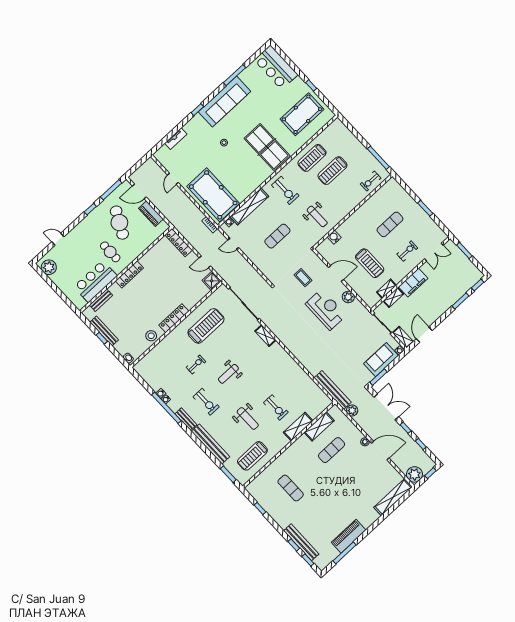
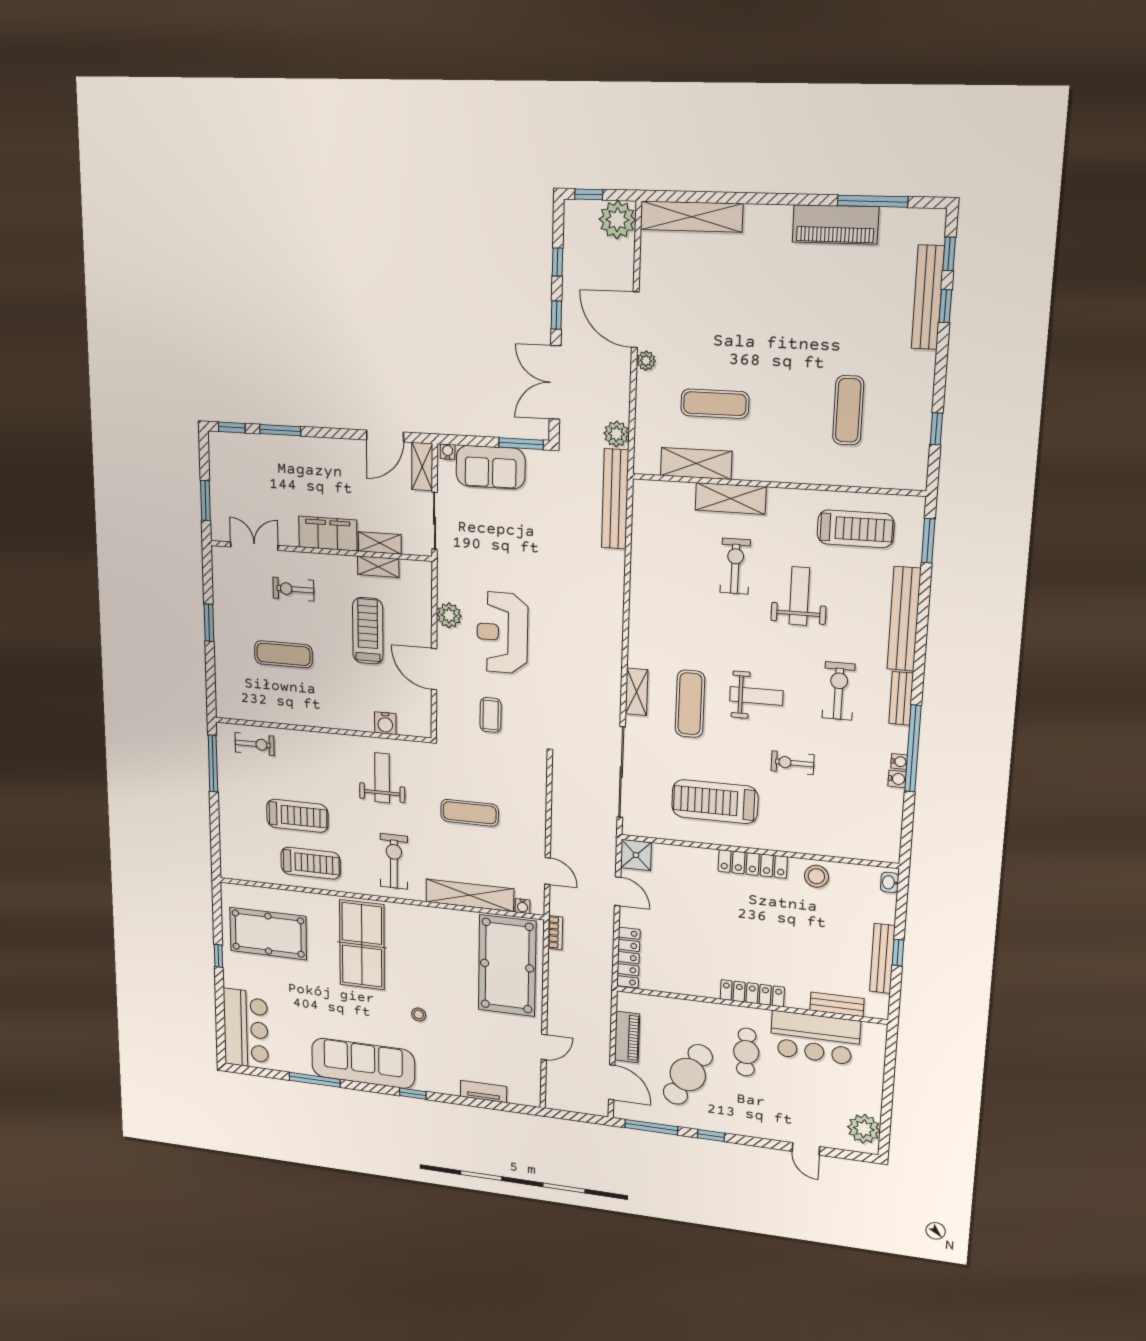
exercise mat: (245, 350) -> (690, 704), added

